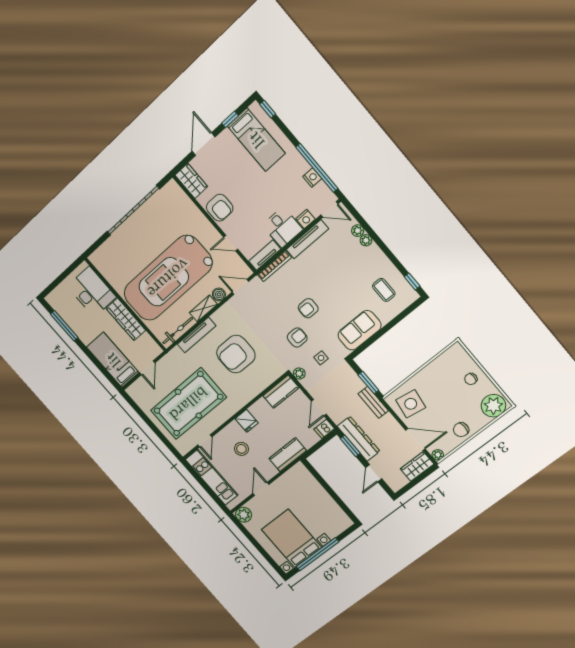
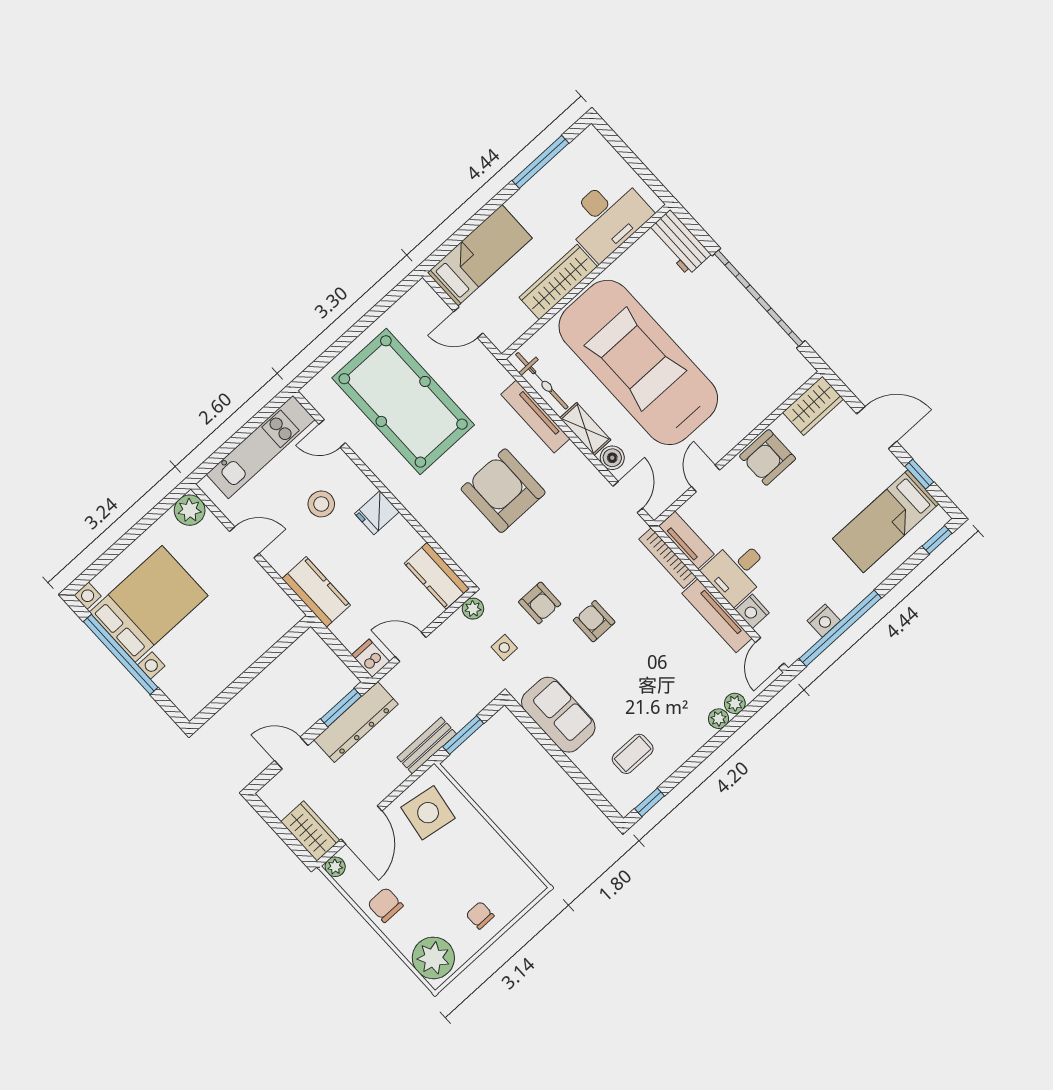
workbench: (104, 253) -> (679, 243), added

